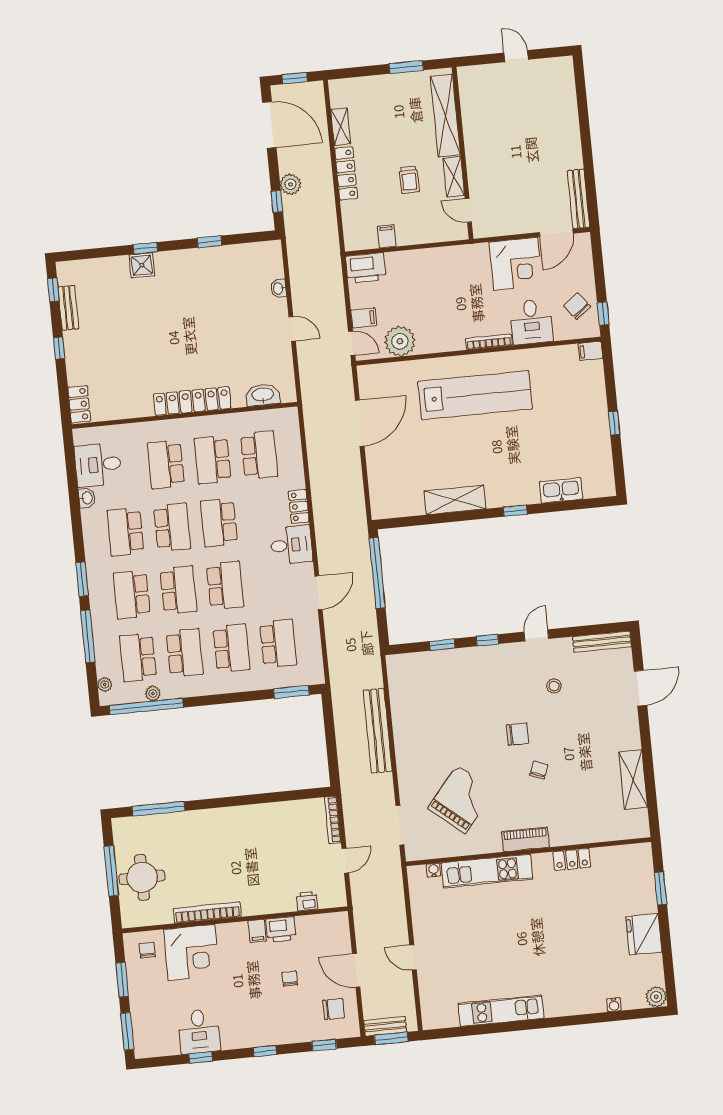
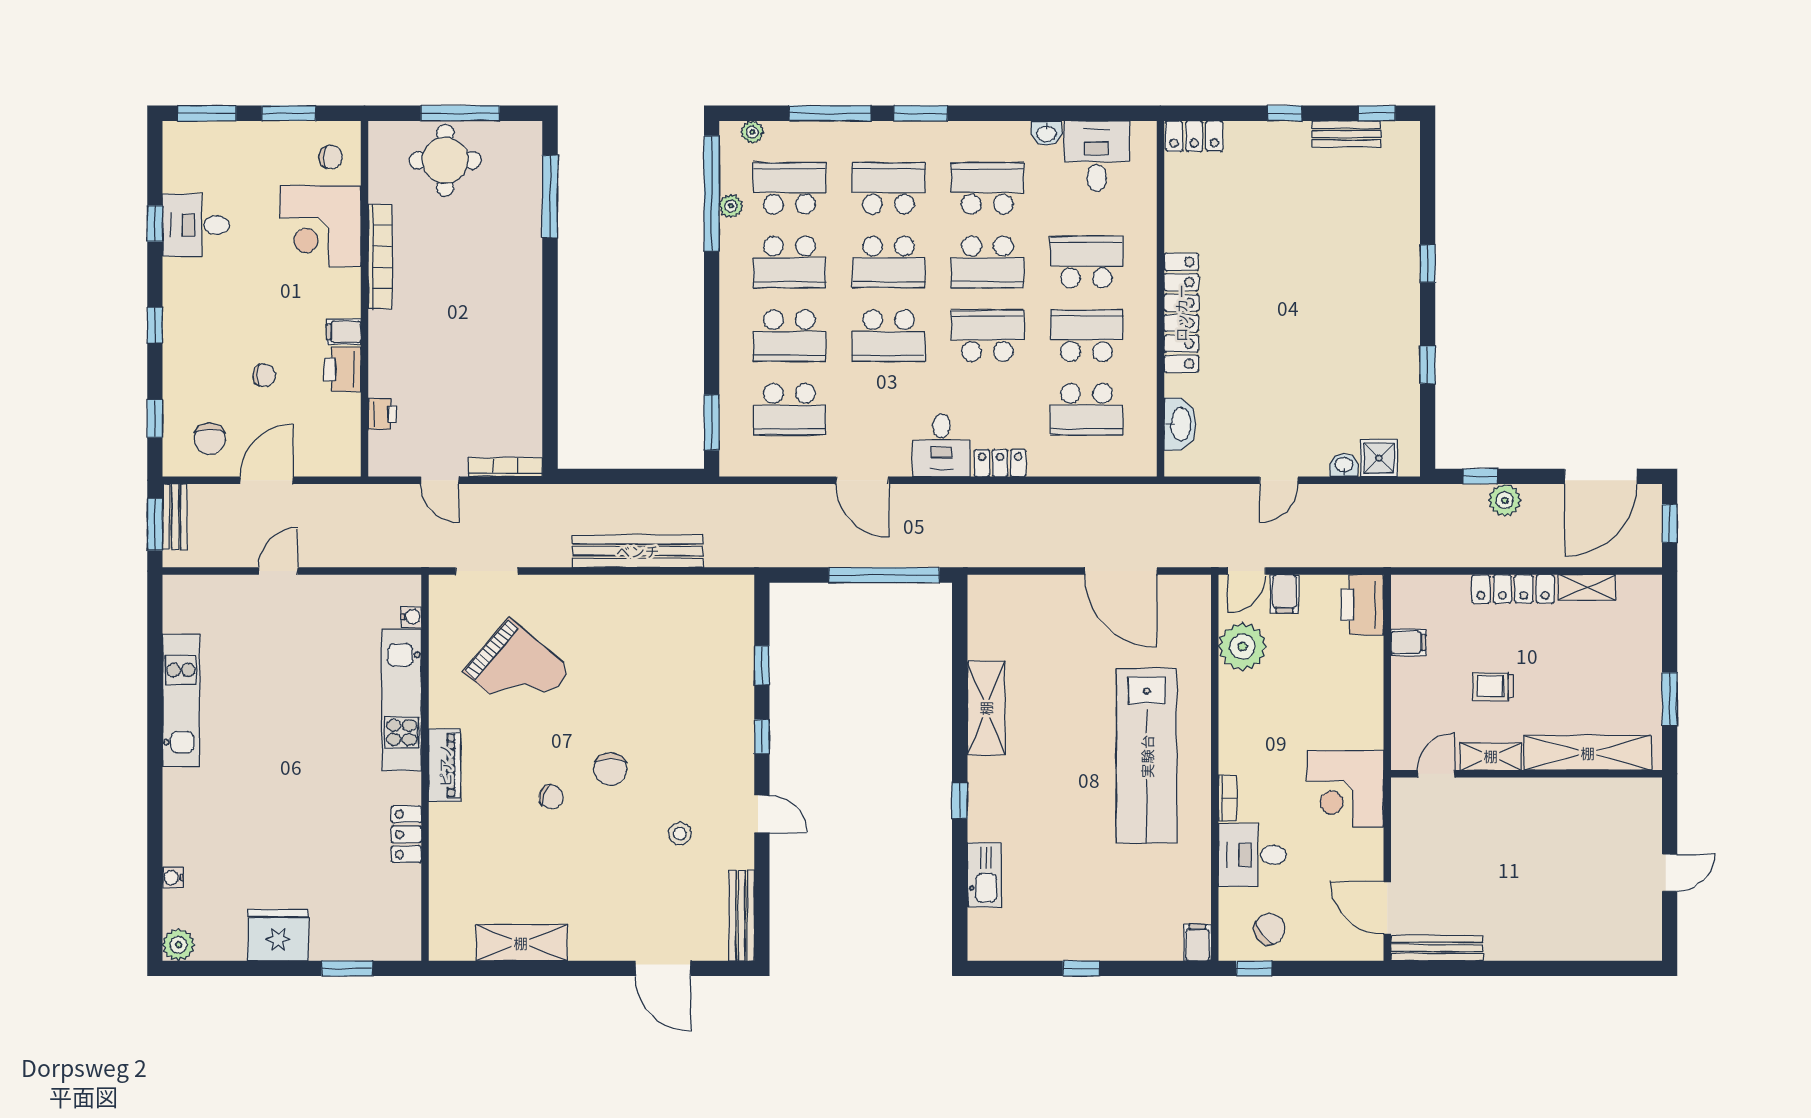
corner desk: (516, 264) -> (1345, 789), moved
shower: (142, 265) -> (1379, 458), moved
bookcase: (489, 342) -> (1228, 798), width x0.64

